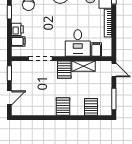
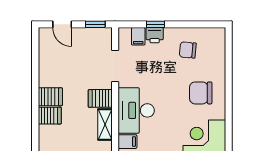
window: (9, 12) -> (155, 24), moved
desk: (78, 43) -> (136, 110), width x1.37
server rack: (91, 107) -> (50, 116), moved

